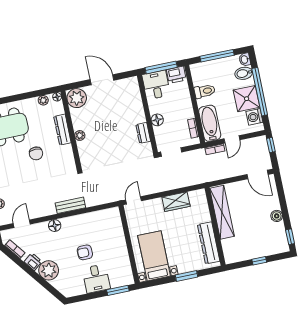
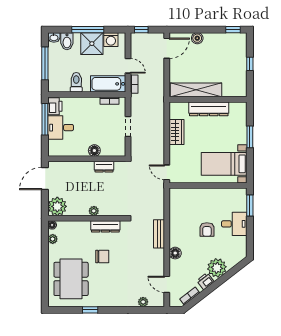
window: (260, 92) -> (88, 30), width x0.68
wall: (147, 114) -> (87, 159), moved
floor lamp: (157, 120) -> (94, 151), moved
dresser: (62, 130) -> (105, 226), moved
dresser: (143, 133) -> (104, 167), moved
boiler: (277, 216) -> (197, 38), moved
dresser: (209, 243) -> (209, 109), moved

